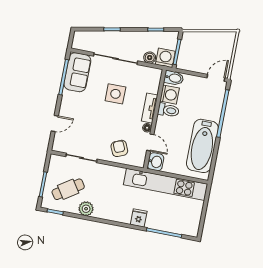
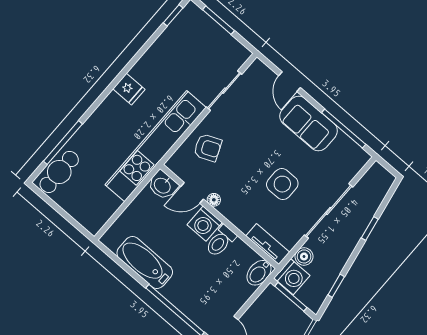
sofa: (77, 72) -> (309, 123), moved
washing machine: (170, 95) -> (205, 224), moved
tv unit: (150, 108) -> (268, 244), moved
bathtub: (202, 146) -> (145, 263), width x0.73, depth x0.73
kitchen unit: (166, 184) -> (156, 146), moved
cafe table: (68, 189) -> (59, 172), moved, turned 34
plant: (86, 209) -> (154, 58), removed
fridge: (139, 218) -> (129, 89), moved

